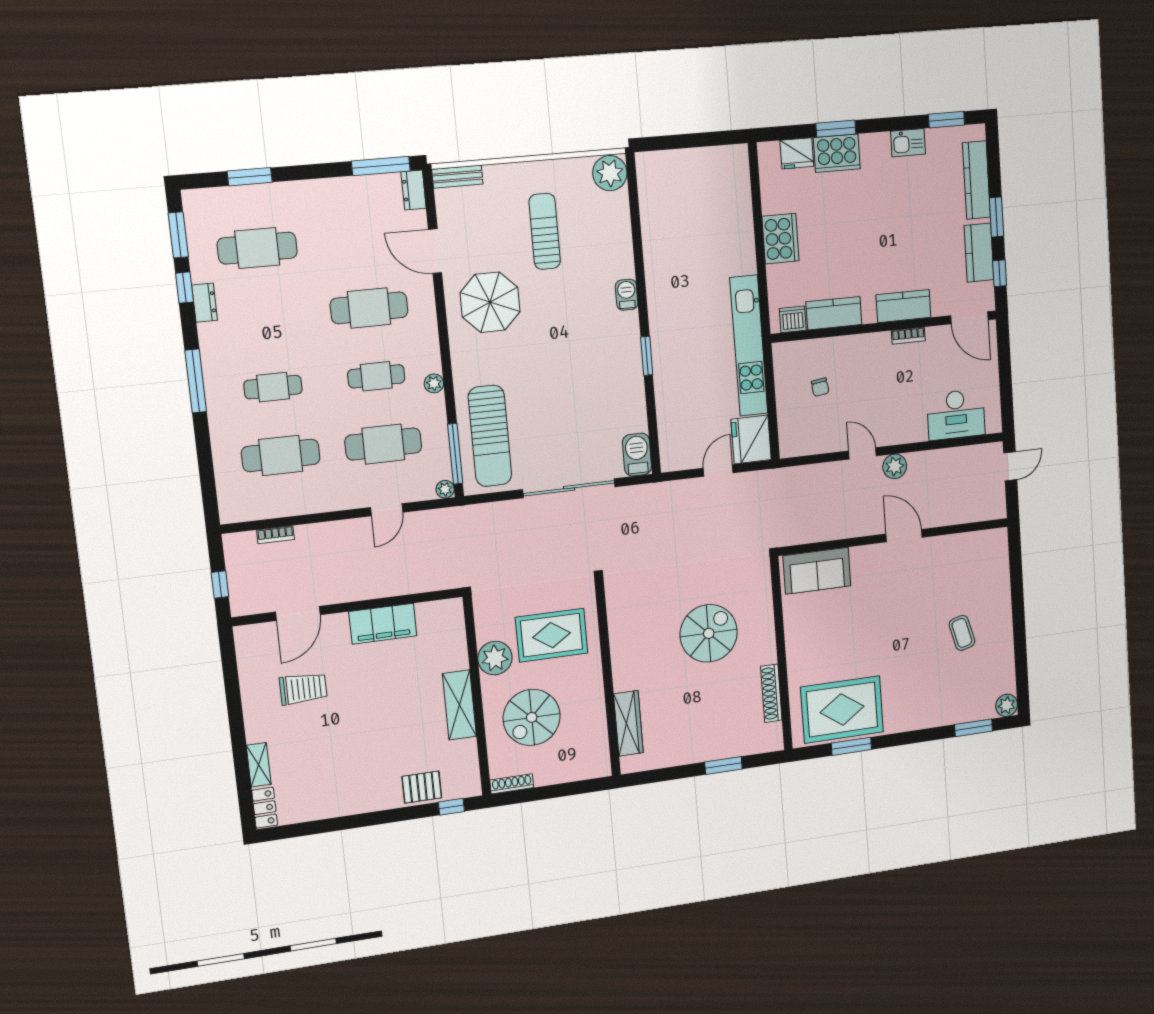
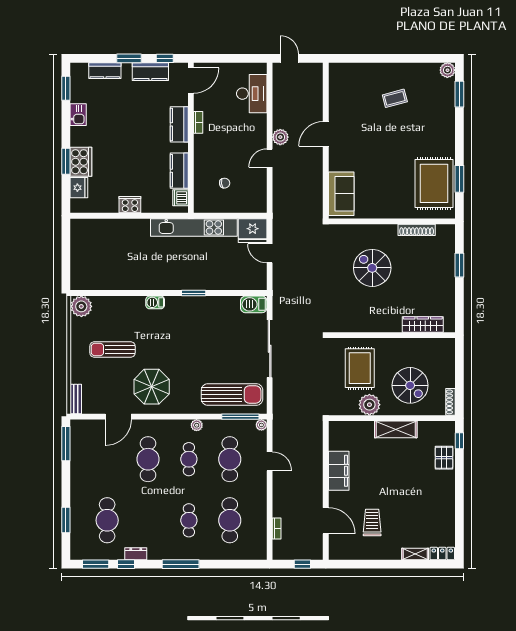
kitchen counter: (976, 180) -> (105, 71), width x0.67
dresser: (414, 190) -> (81, 426), removed
cooker: (780, 239) -> (130, 205), width x0.73, depth x0.76

